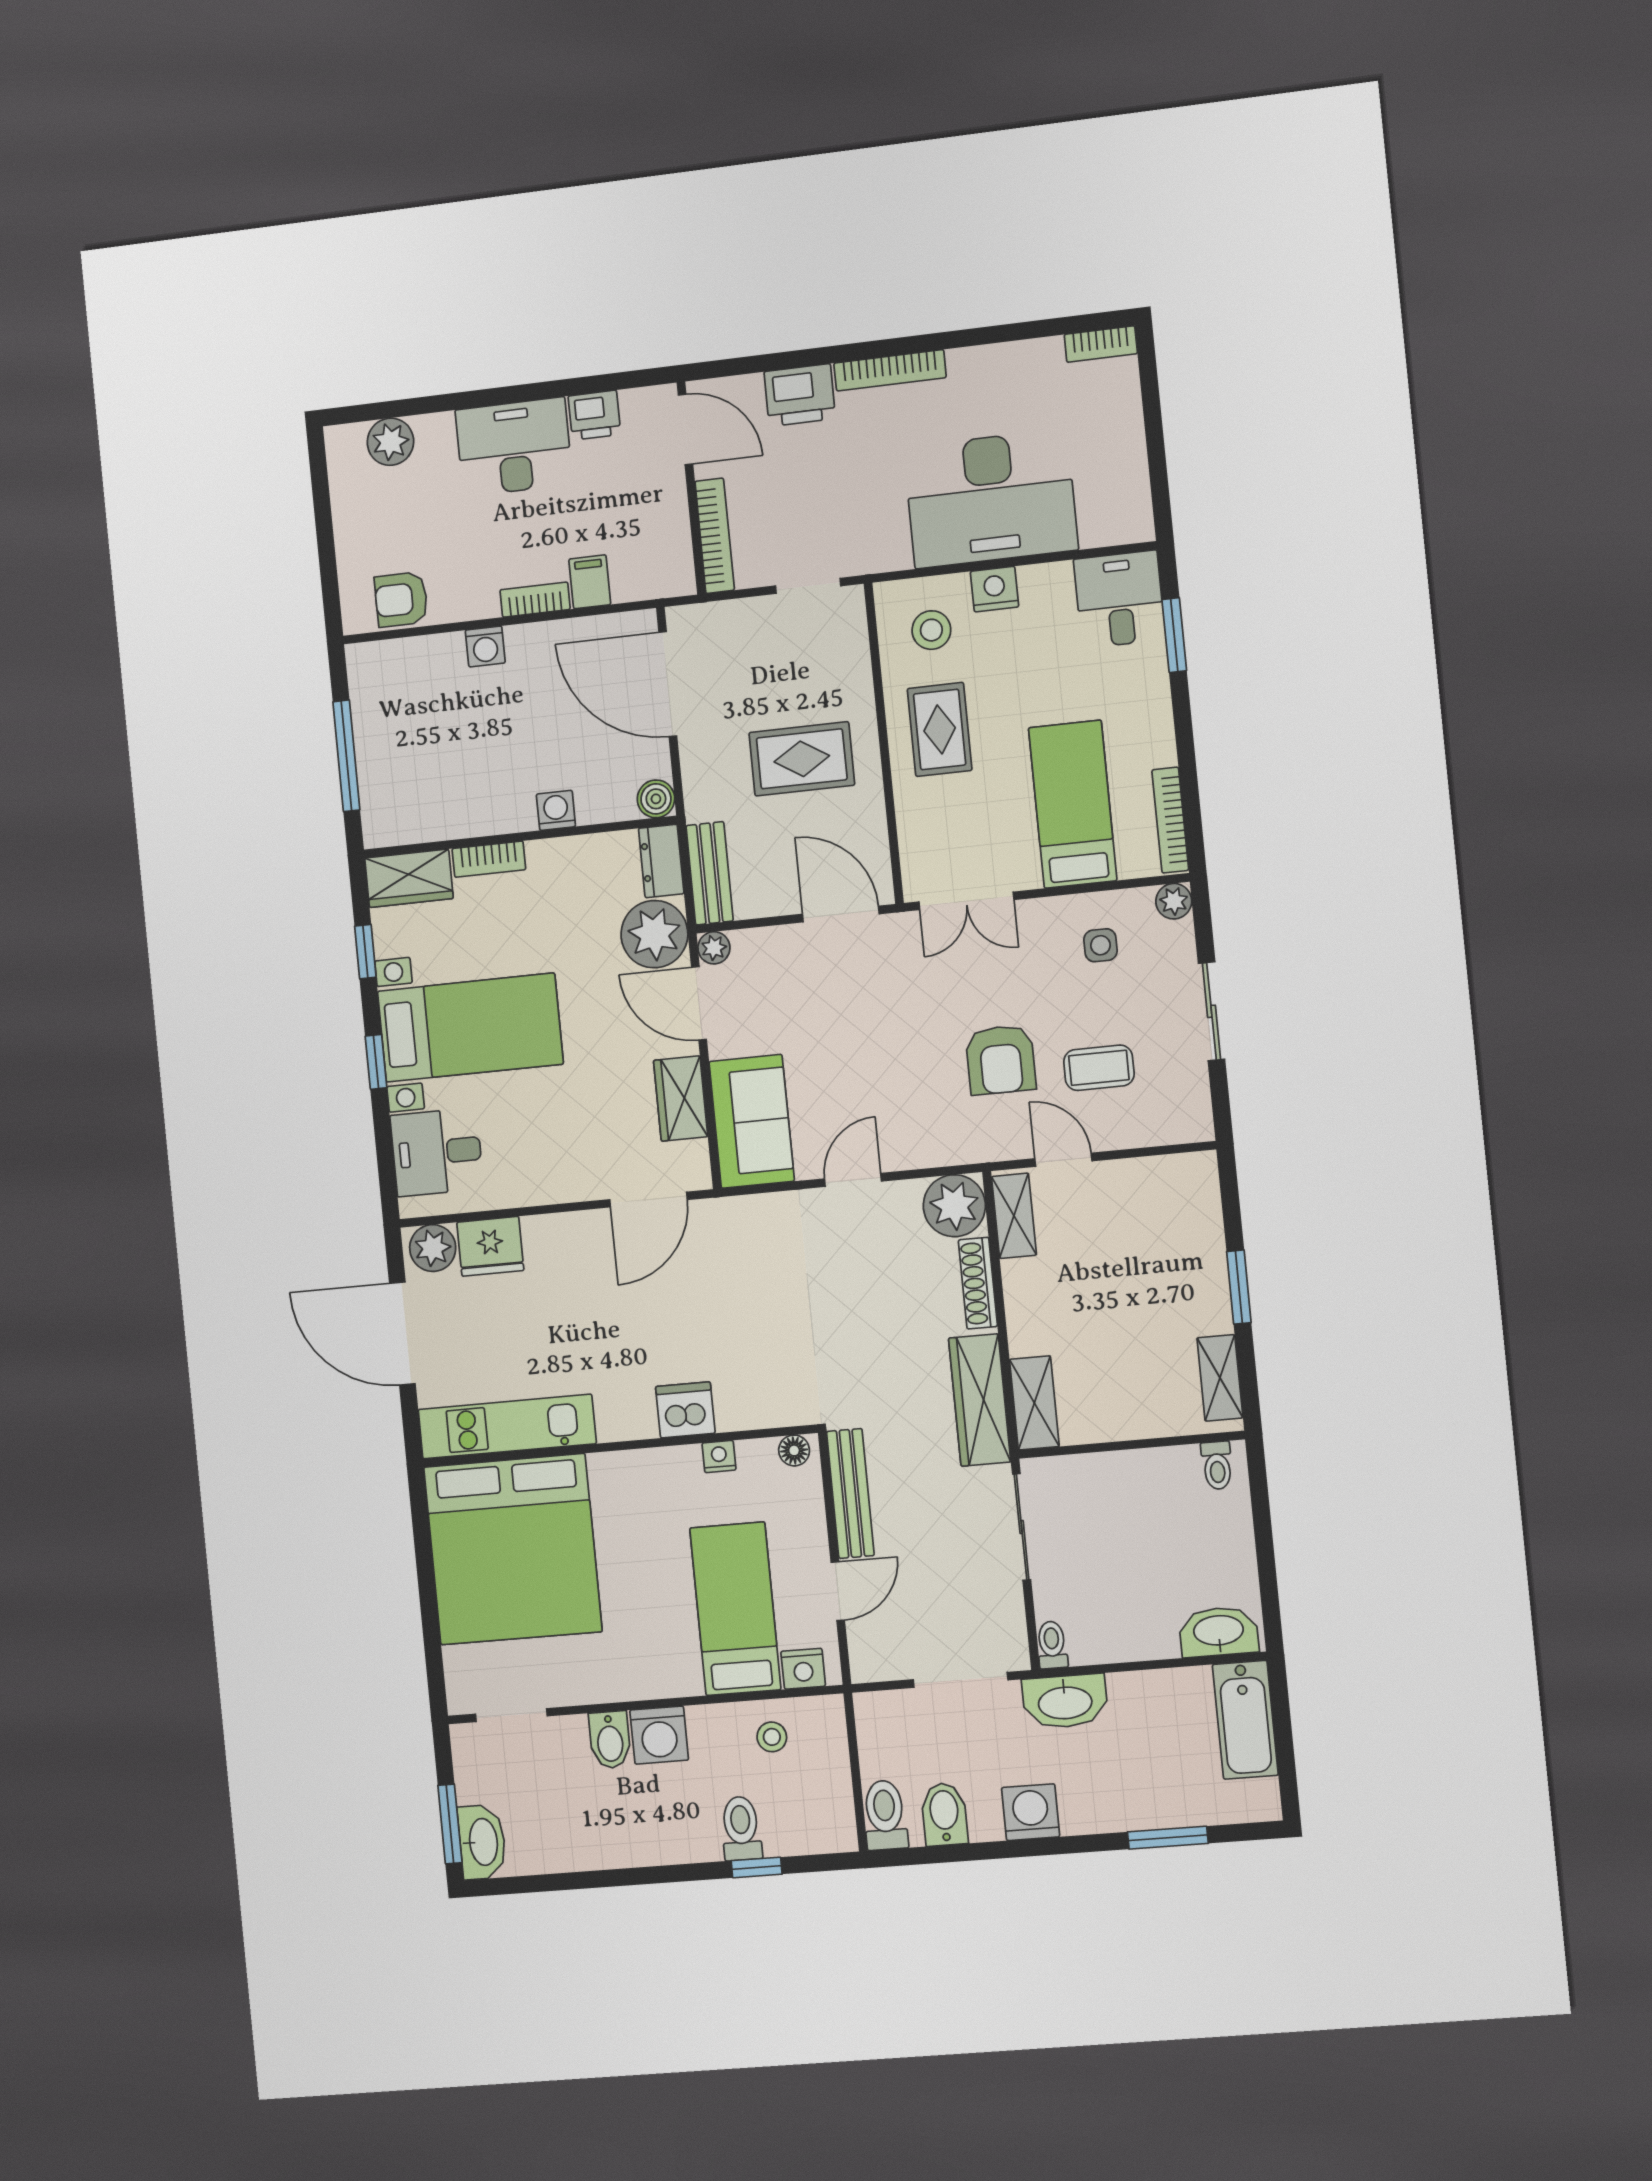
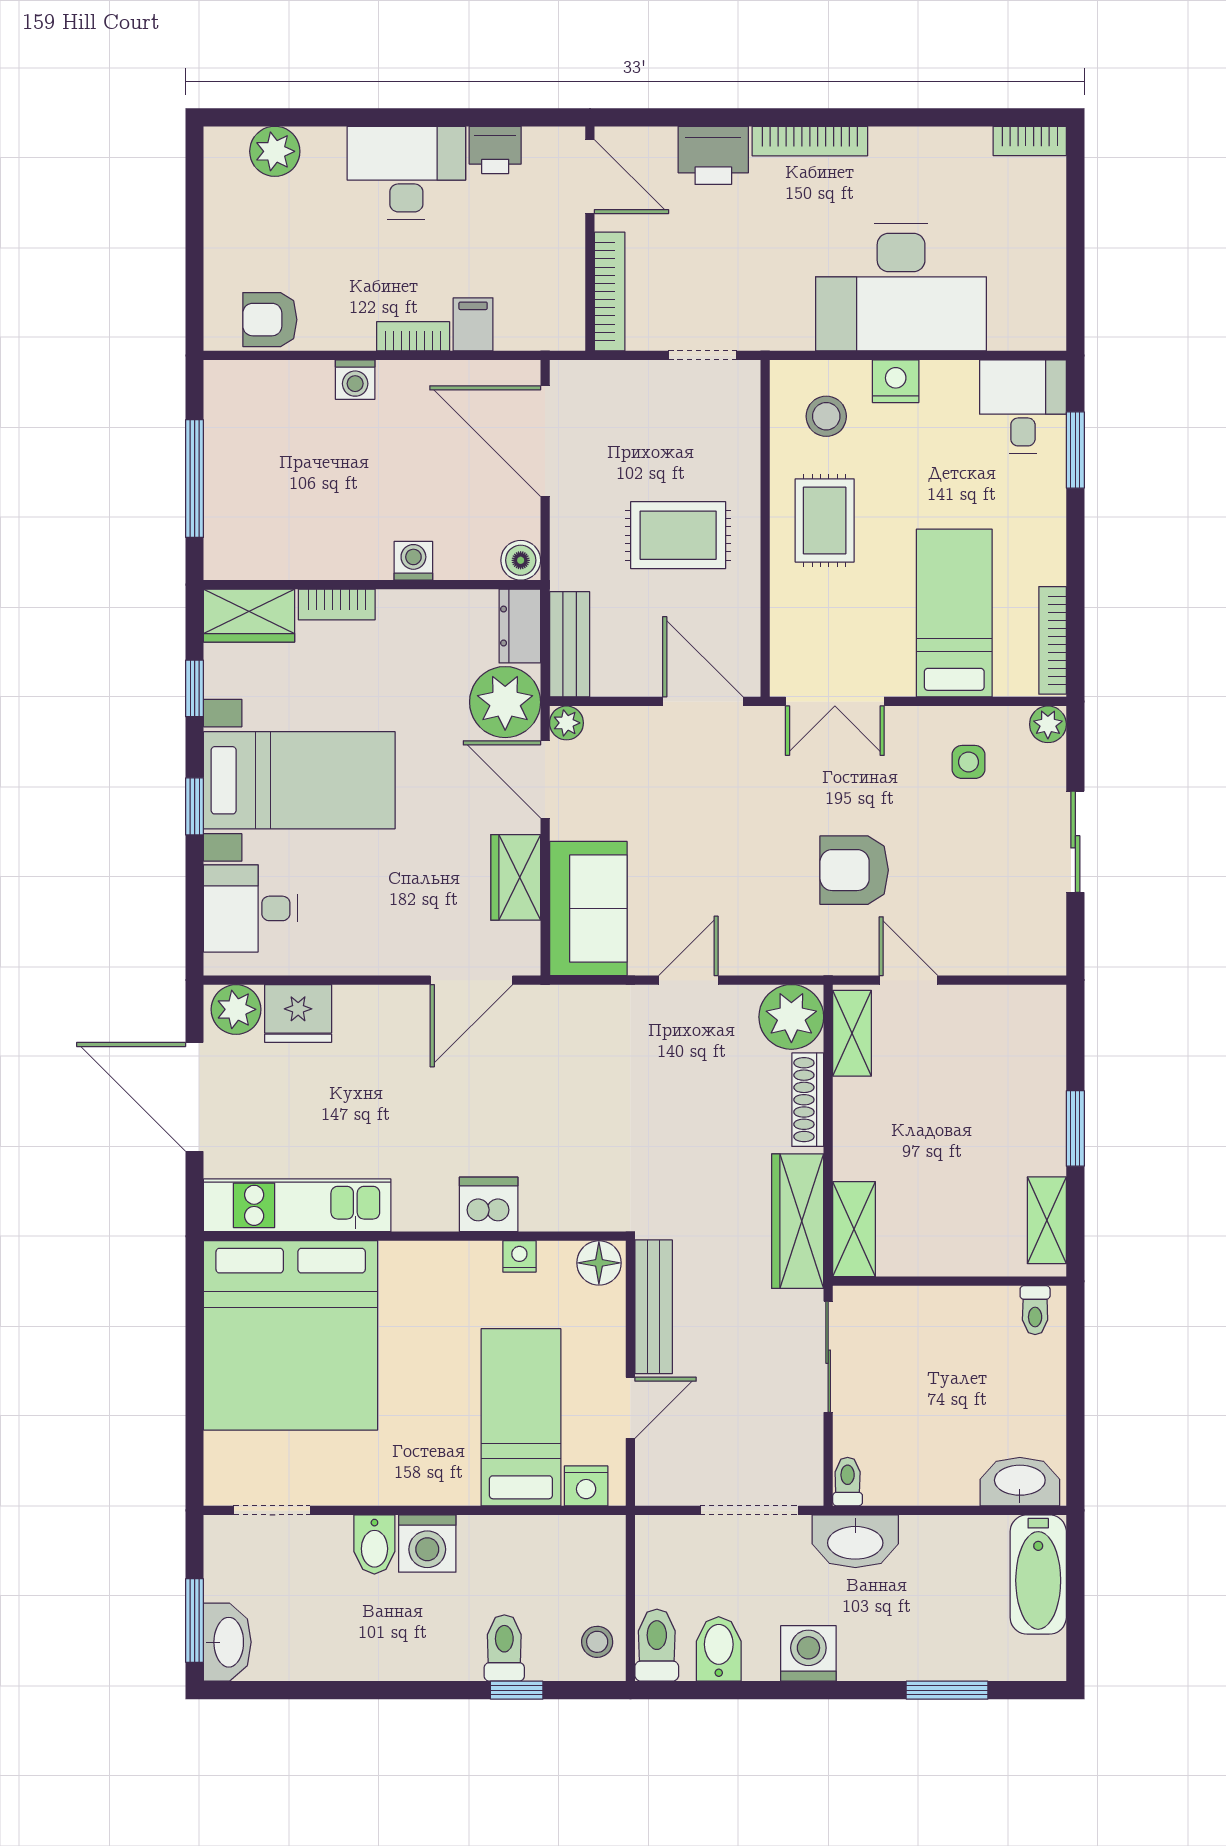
armchair: (1001, 1060) -> (854, 870), turned 90
coffee table: (1099, 1068) -> (954, 888), removed
floor lamp: (794, 1450) -> (599, 1263), width x1.37, depth x1.37
stool: (772, 1737) -> (597, 1642), moved

